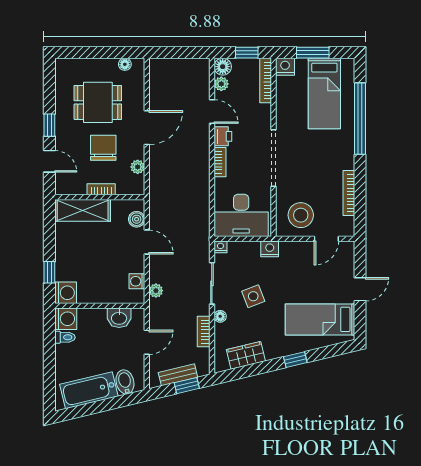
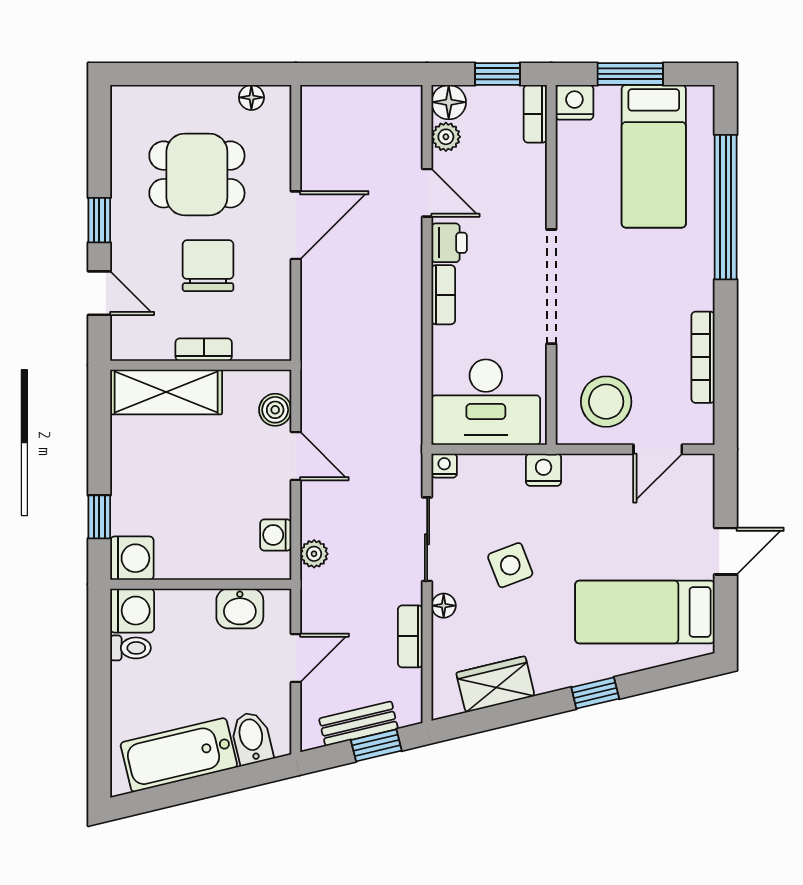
bookcase: (266, 80) -> (535, 114), width x0.64
plant: (138, 167) -> (277, 304), removed

